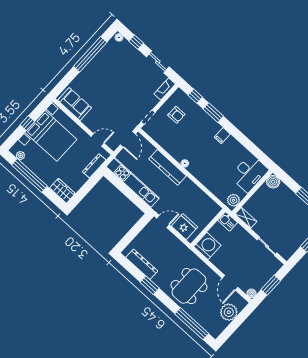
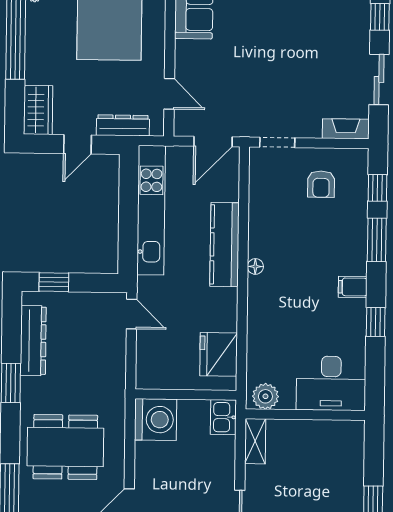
window: (242, 139) -> (376, 322), added
boiler: (273, 182) -> (351, 434), removed
door: (87, 188) -> (78, 144), added
fridge: (185, 227) -> (219, 354), moved, turned 180
window: (128, 239) -> (54, 282), added

